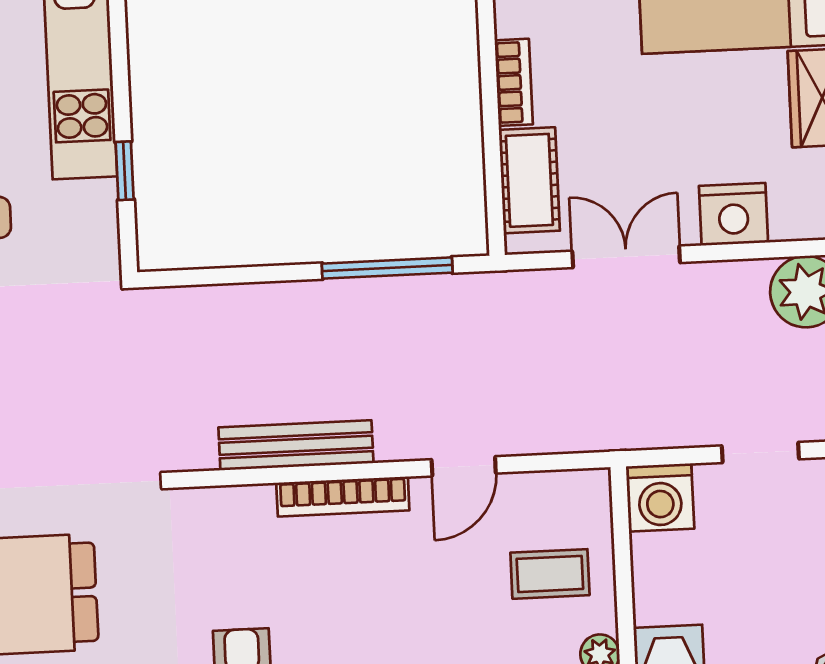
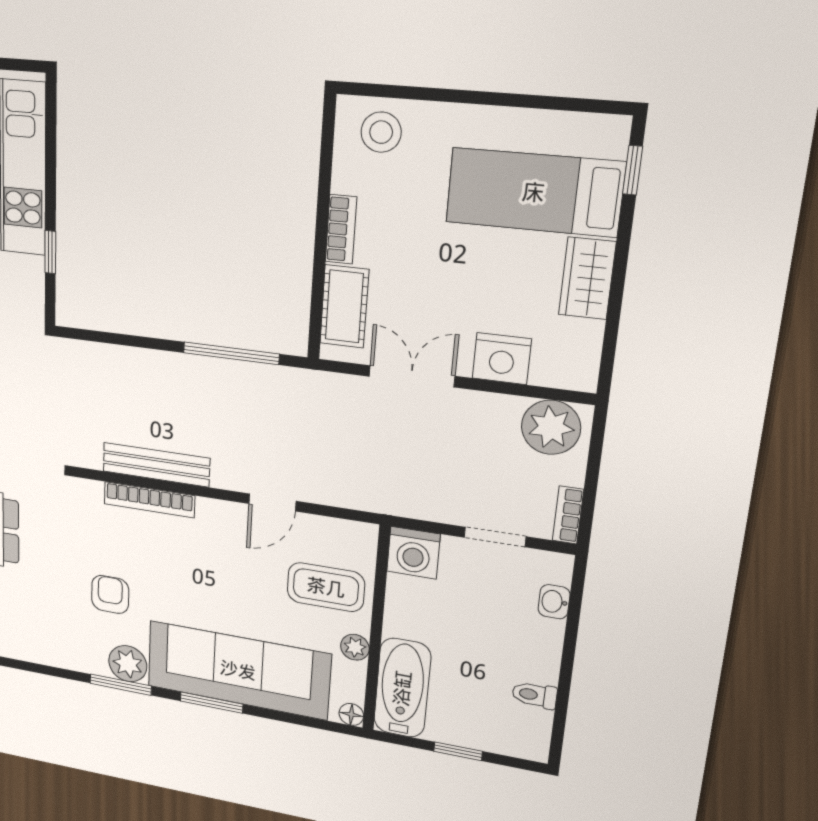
bookcase: (343, 497) -> (149, 500), moved
coffee table: (550, 574) -> (326, 587), width x1.36, depth x1.30

